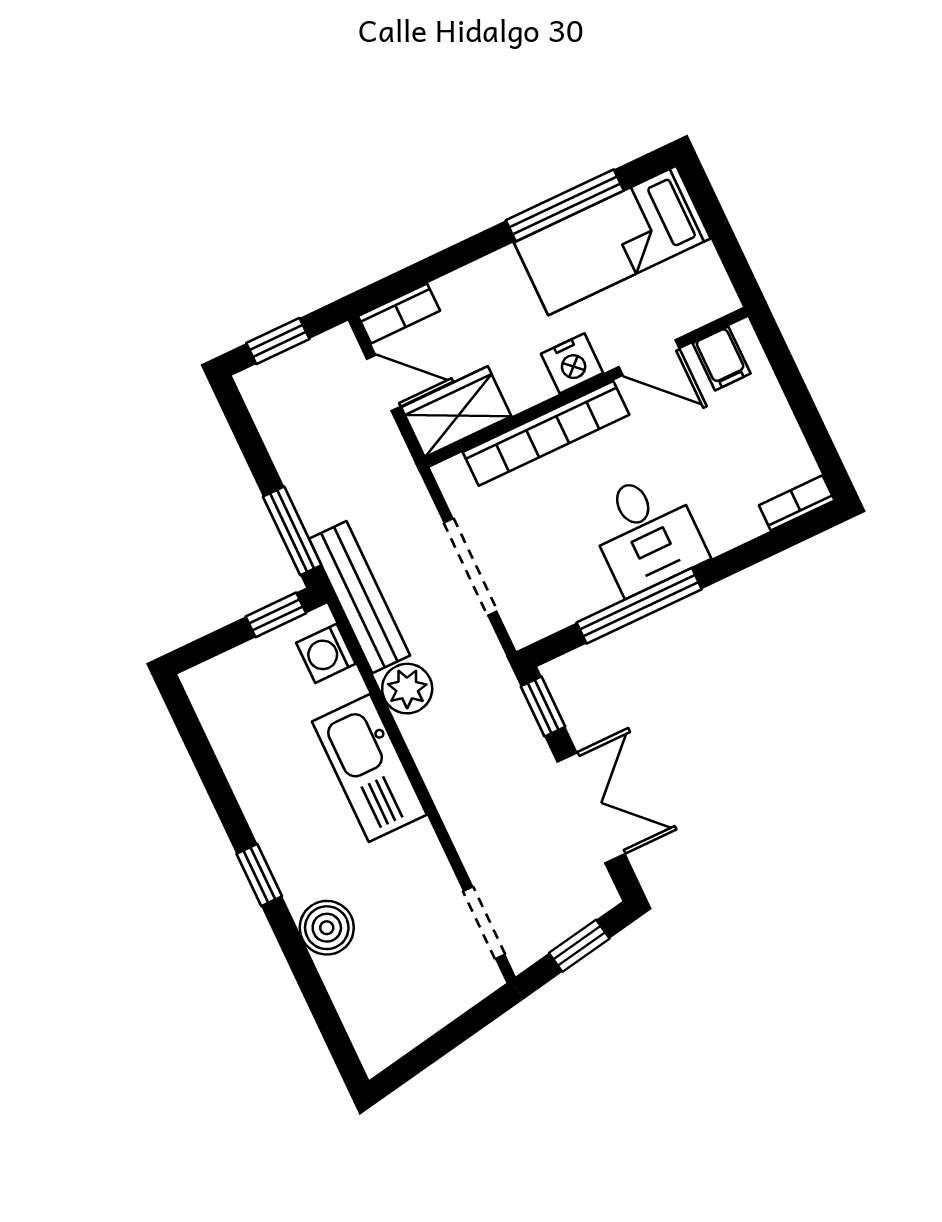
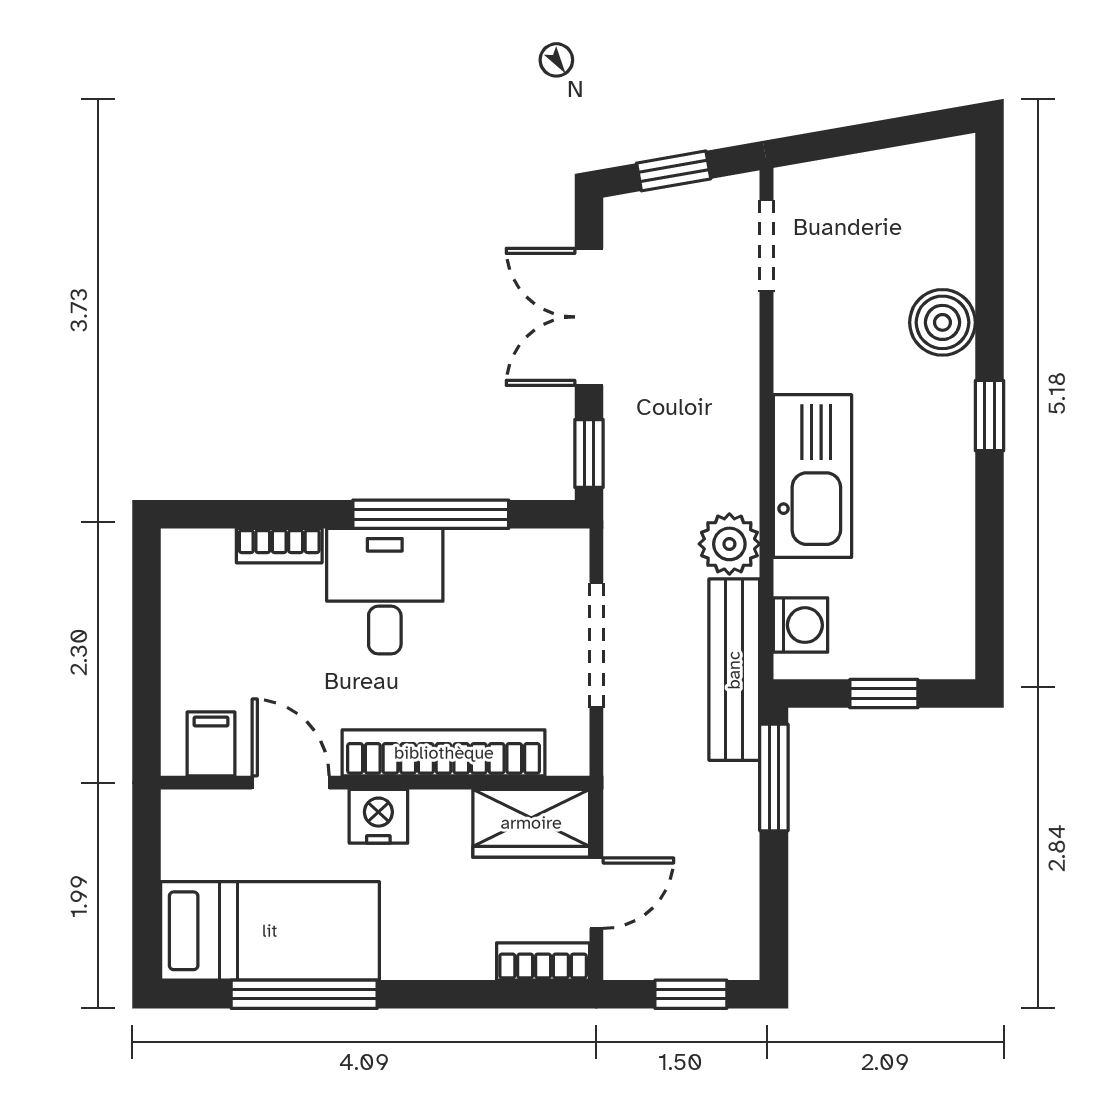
door: (383, 383) -> (596, 893), swing flipped
bookcase: (797, 503) -> (279, 546), moved
window: (276, 615) -> (884, 694), moved

